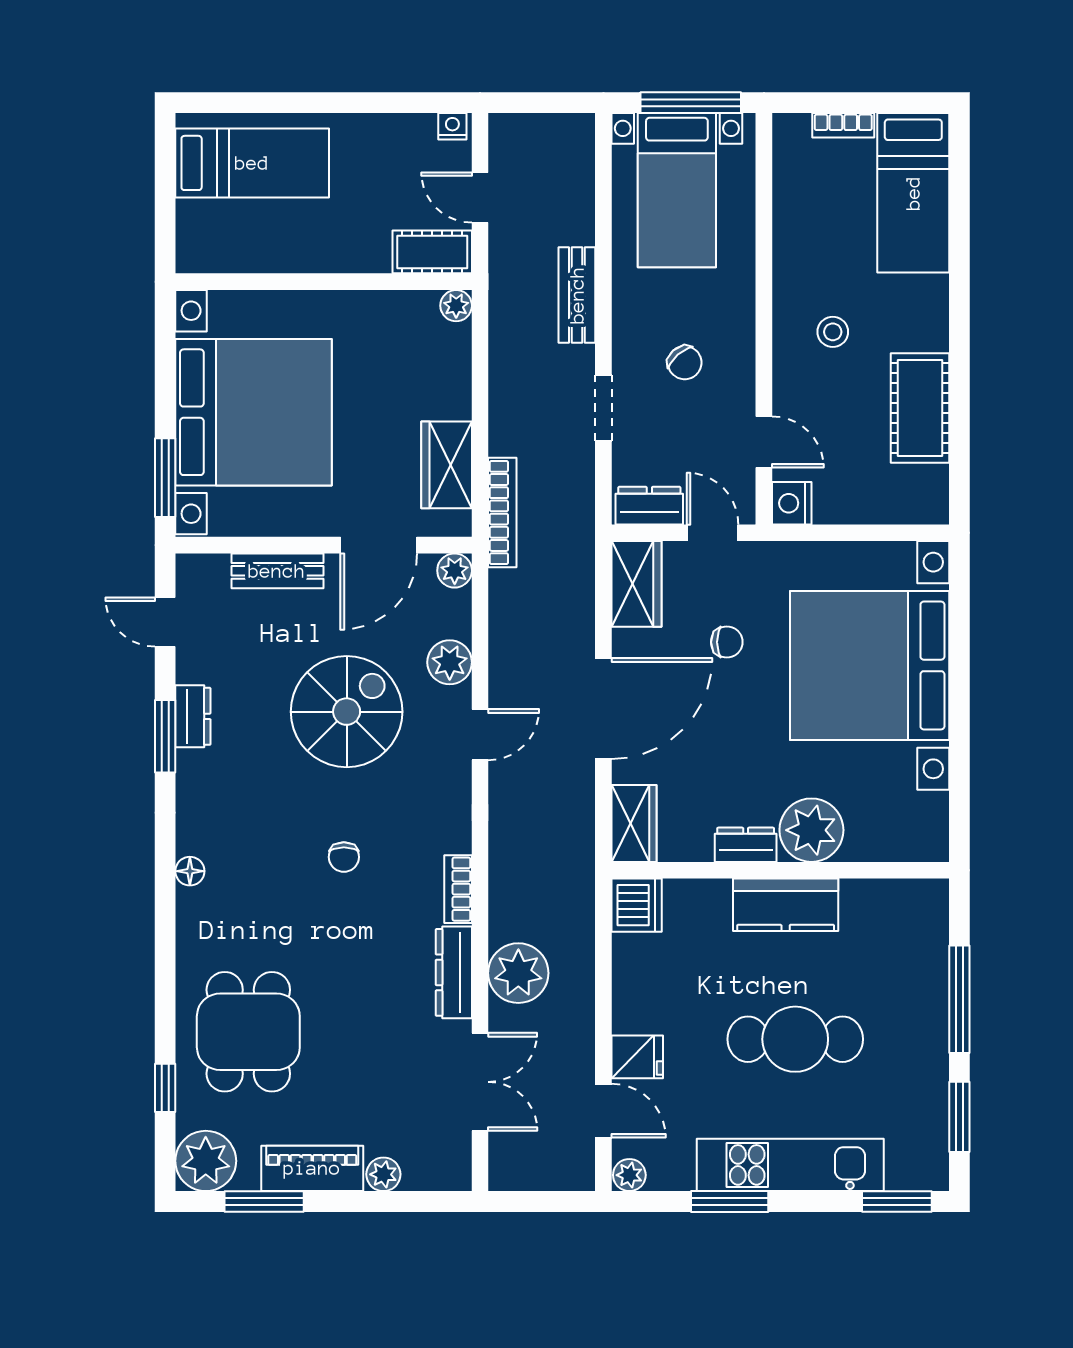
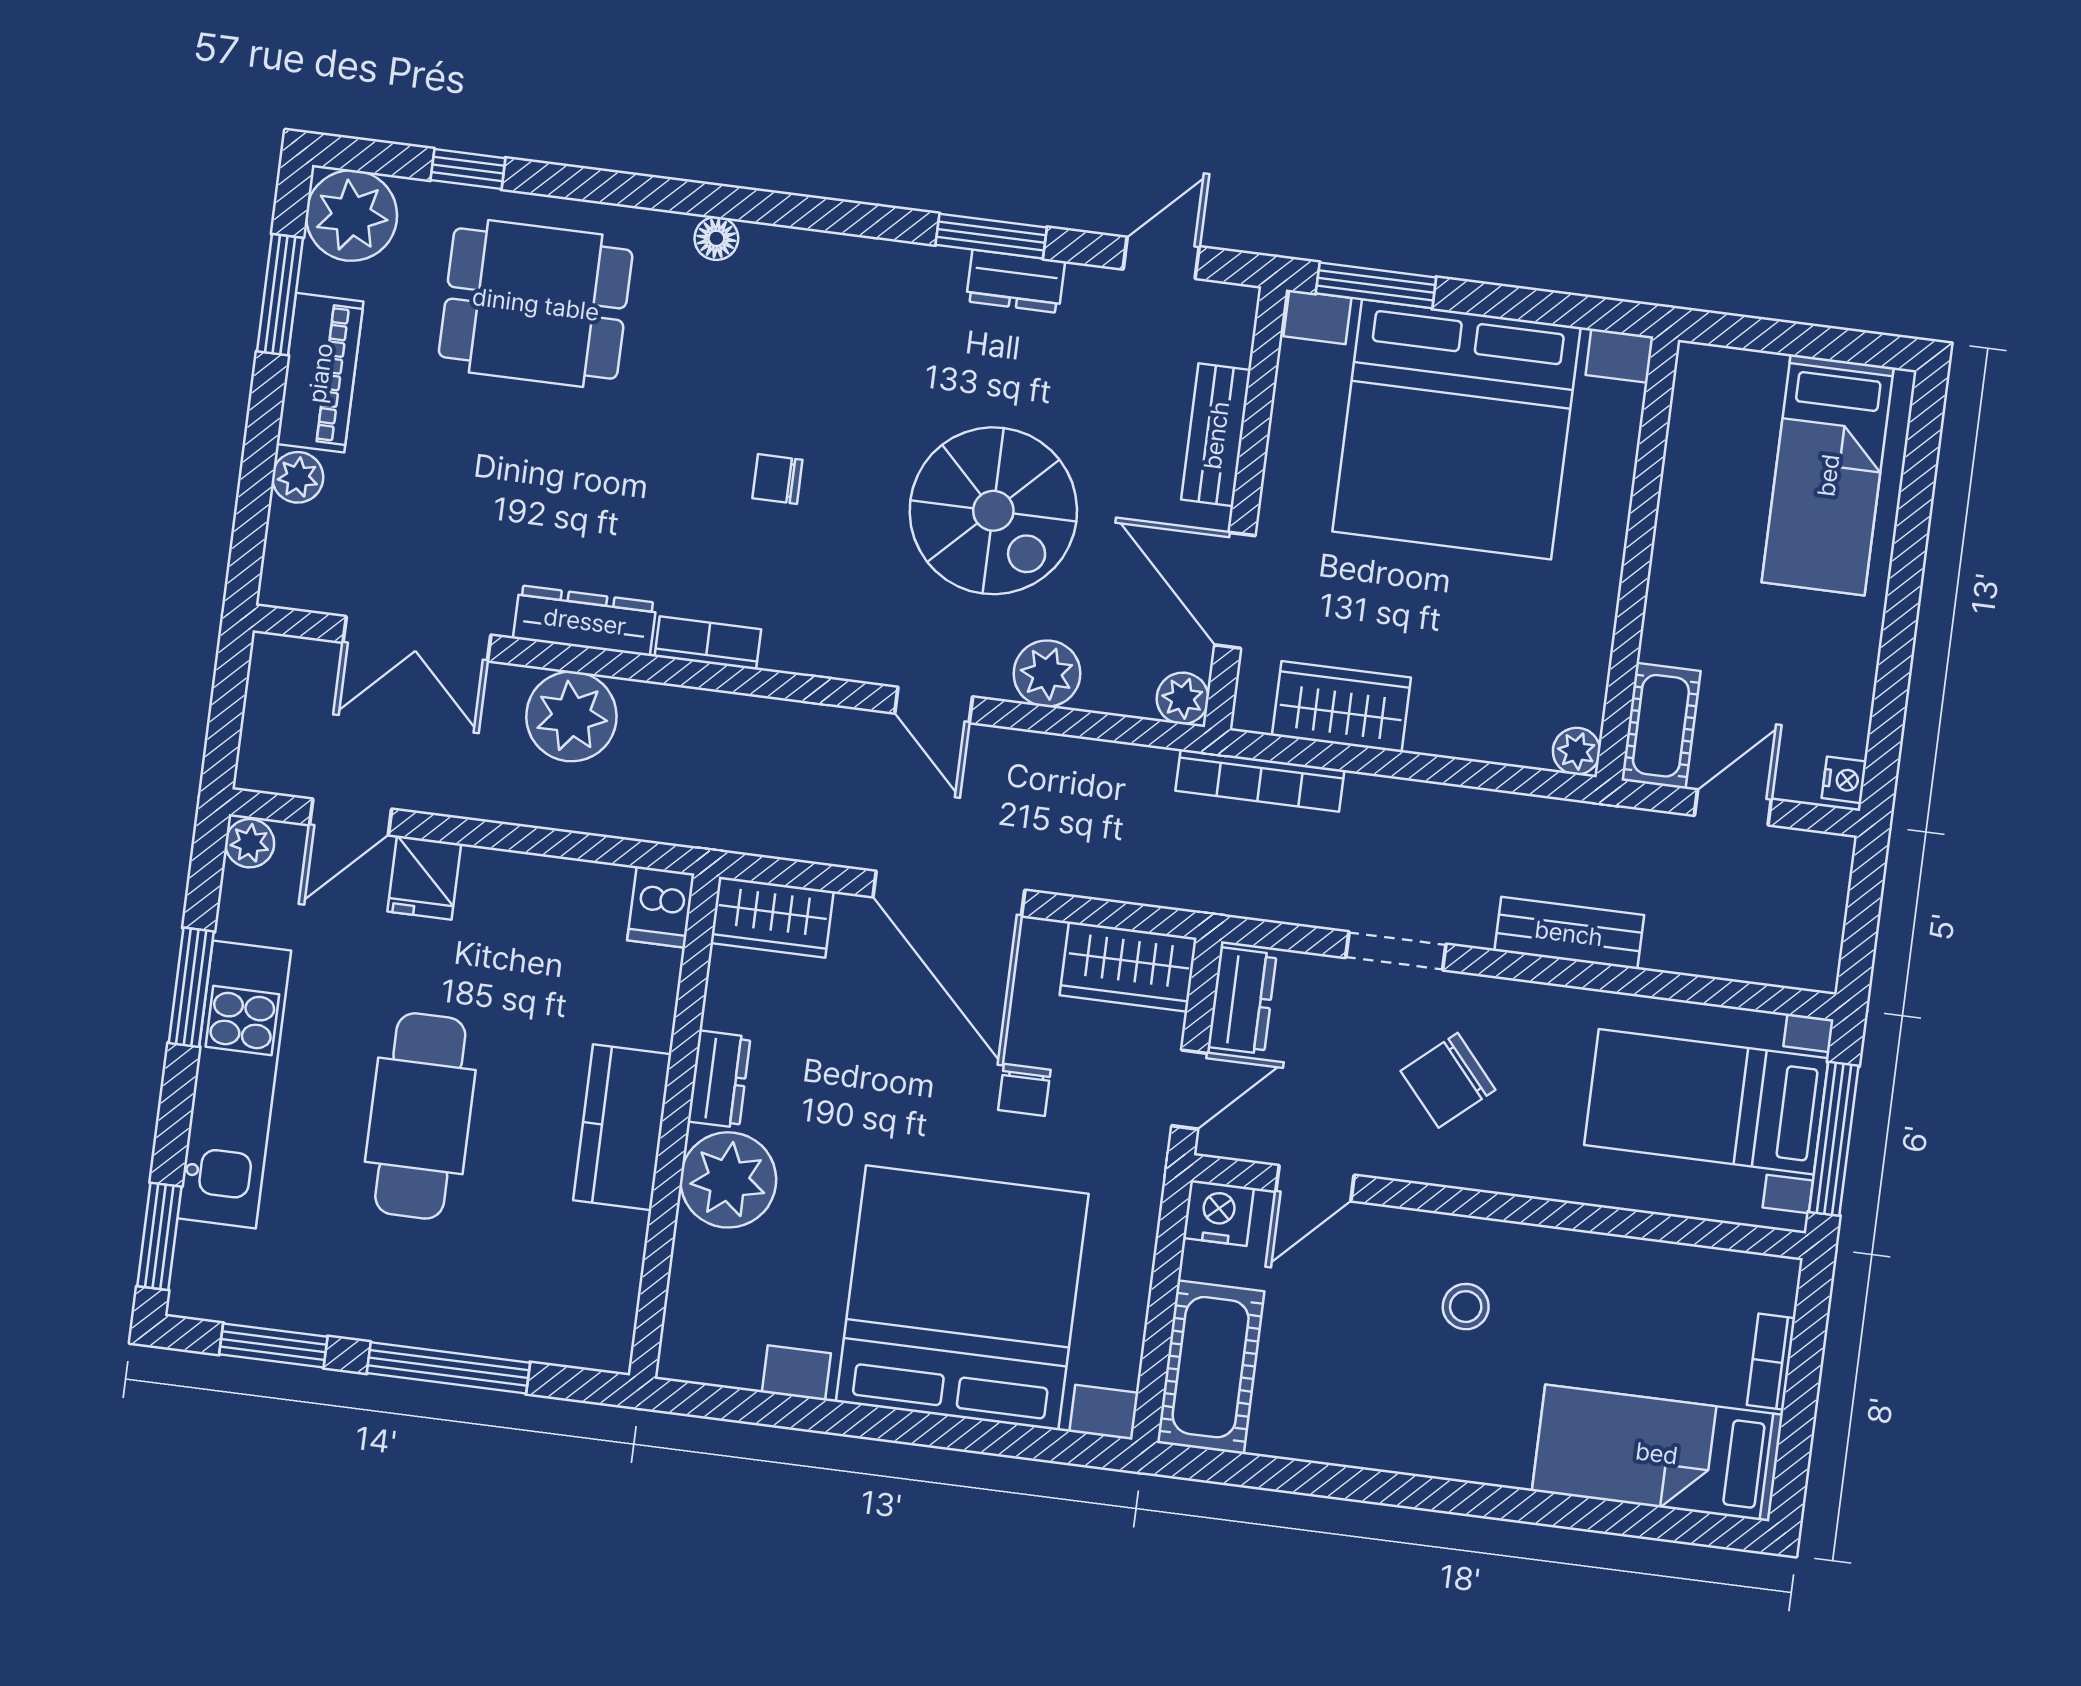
chair: (685, 363) -> (1448, 1080), width x1.37, depth x1.37
cot: (920, 408) -> (1211, 1367), moved, turned 90
floor lamp: (190, 871) -> (716, 238), moved
dishwasher: (637, 905) -> (661, 907), width x0.73

